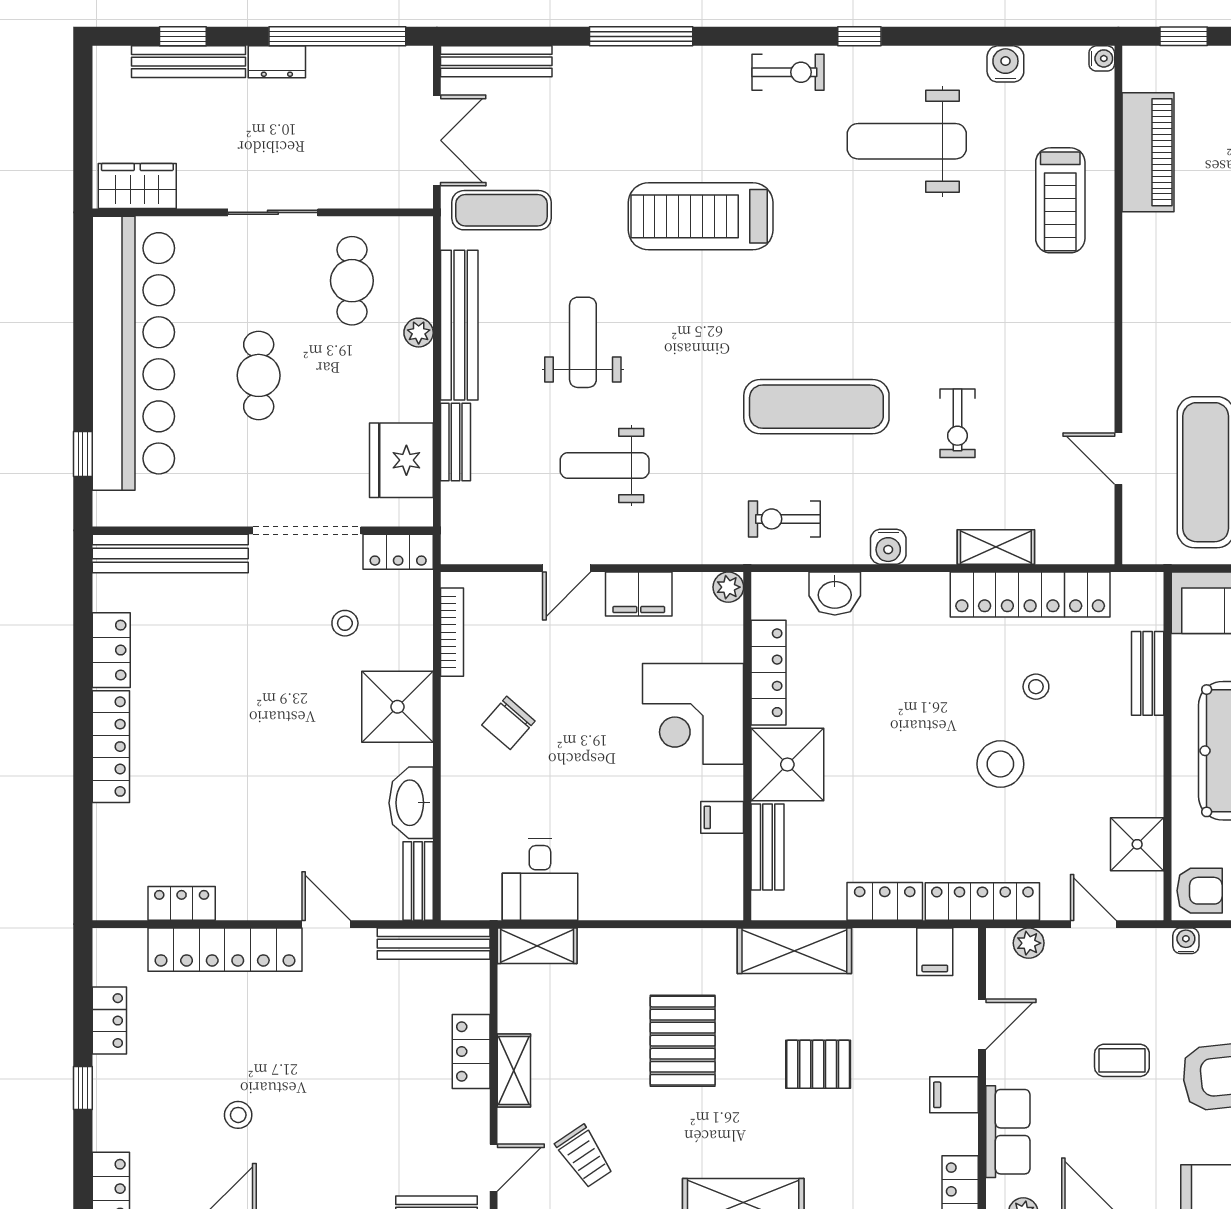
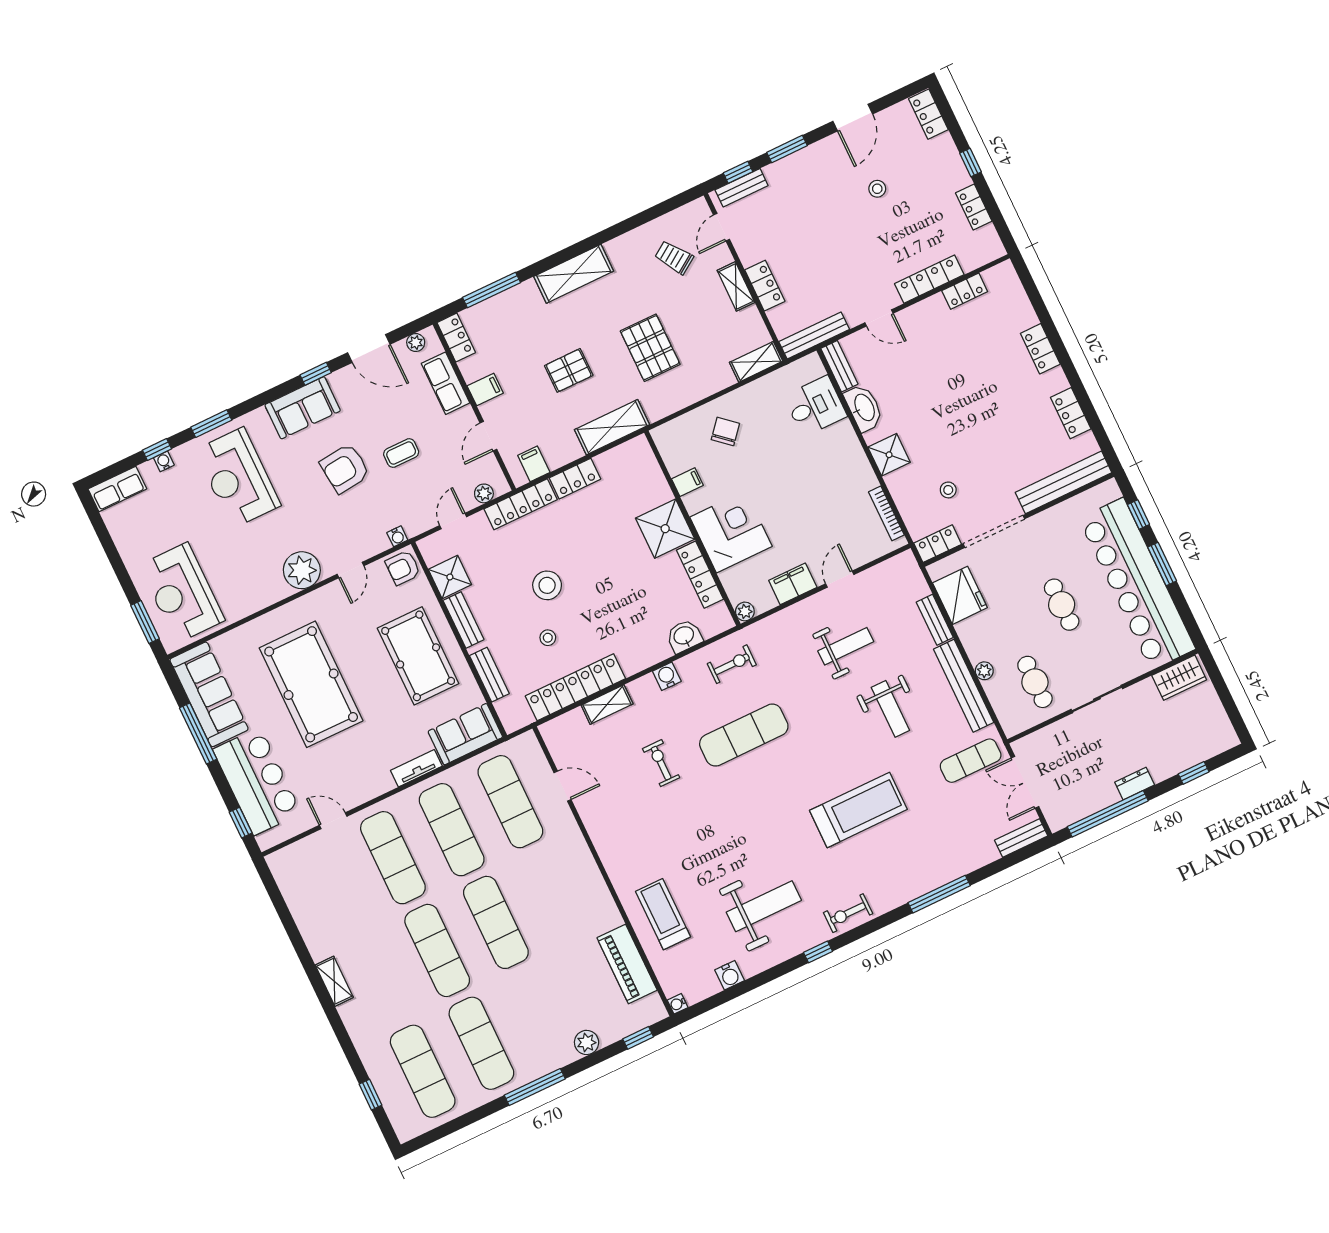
bench: (496, 61) -> (1021, 838), width x0.73
bench: (189, 62) -> (1184, 760), removed
window: (83, 365) -> (1162, 564), added
shower: (397, 707) -> (889, 455), width x0.73, depth x0.73
chair: (508, 723) -> (725, 431), moved
locker: (111, 747) -> (1040, 349), width x0.66
bench: (768, 847) -> (464, 620), moved
desk: (540, 880) -> (815, 406), moved, turned 90
door: (1093, 924) -> (453, 521), swing flipped
locker: (225, 950) -> (929, 279), width x0.71, depth x0.83

